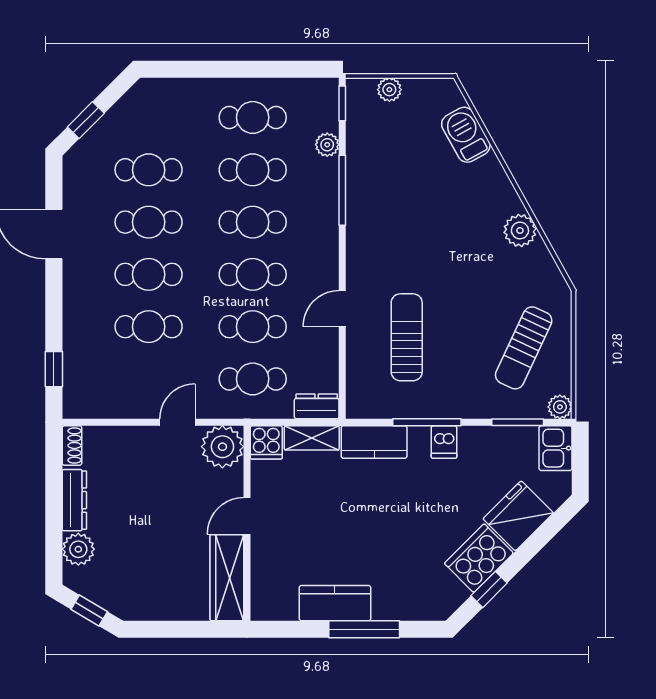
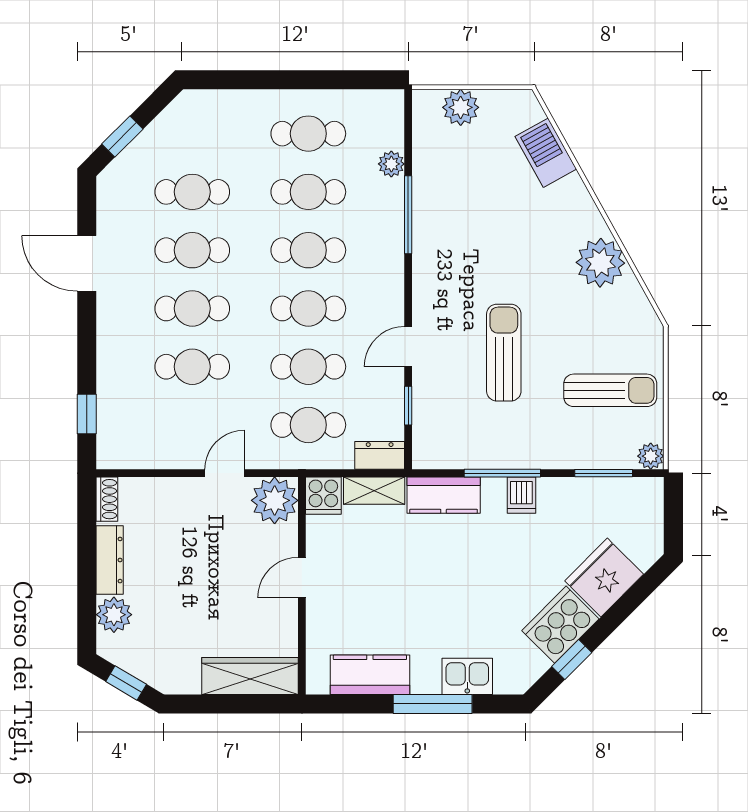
plant: (389, 90) -> (461, 107), width x1.38, depth x1.38
window: (342, 103) -> (408, 406), moved
plant: (520, 230) -> (600, 263), width x1.36, depth x1.36
sun lounger: (407, 337) -> (504, 353), moved
sun lounger: (524, 348) -> (610, 390), turned -115
kitchen sink: (556, 448) -> (467, 676), moved, turned 90
wardrobe: (227, 578) -> (250, 676), moved, turned 90
kitchen counter: (335, 603) -> (370, 675), moved

